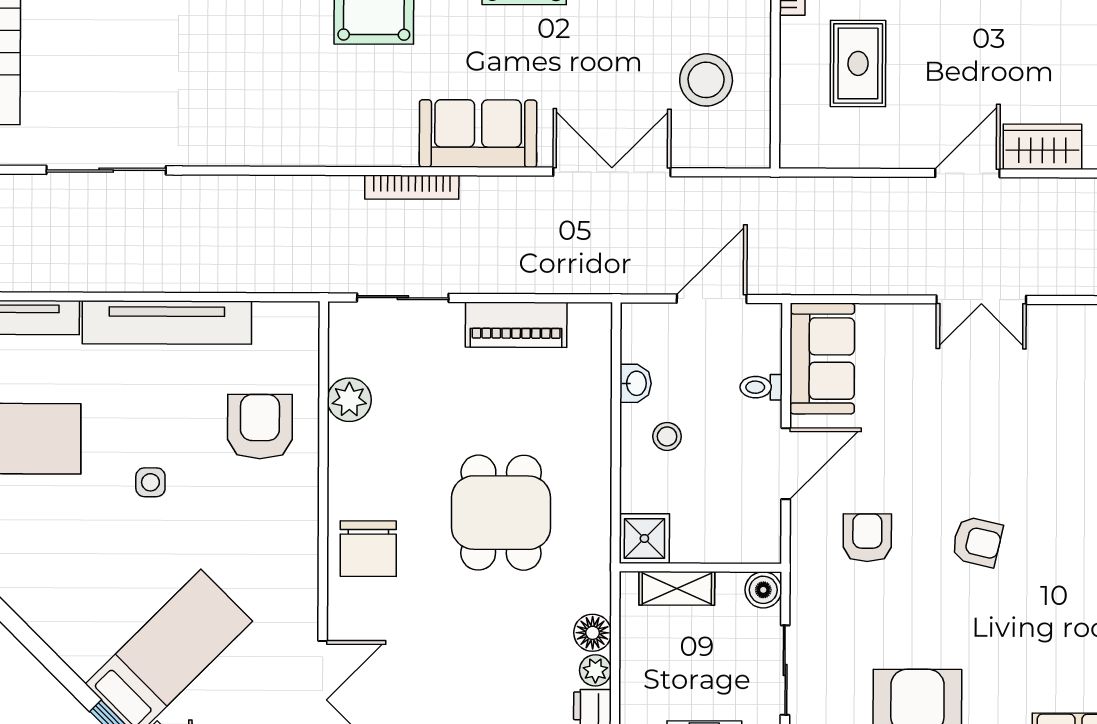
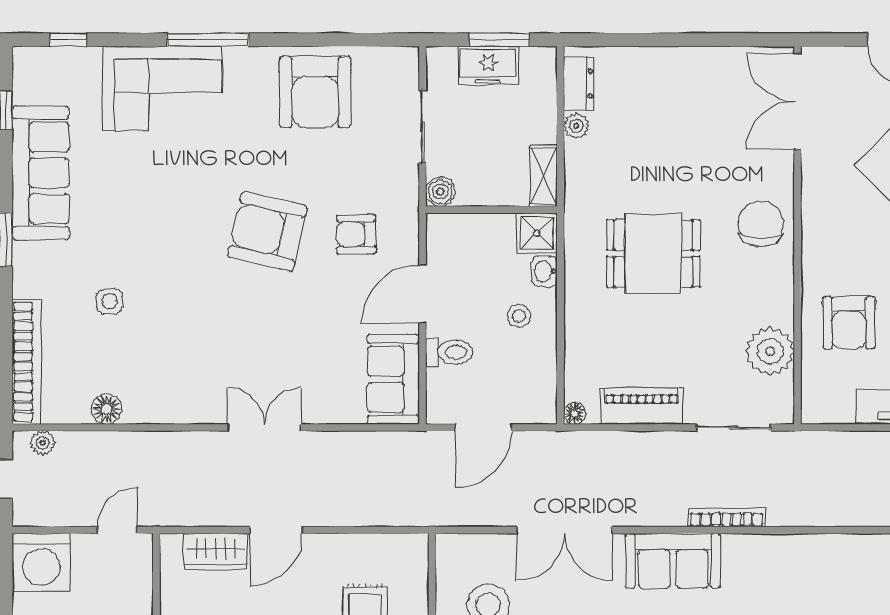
washbasin: (636, 383) -> (545, 271), moved
toilet: (761, 387) -> (449, 352), width x1.37, depth x1.39
plant: (349, 400) -> (770, 351), width x1.36, depth x1.36
dining table: (501, 513) -> (653, 254), turned 90
armchair: (867, 538) -> (356, 234), turned 89
armchair: (977, 542) -> (267, 231), width x1.88, depth x1.88
shelving: (677, 588) -> (543, 176), moved, turned 90
floor lamp: (593, 633) -> (575, 413), moved, width x0.73, depth x0.73

